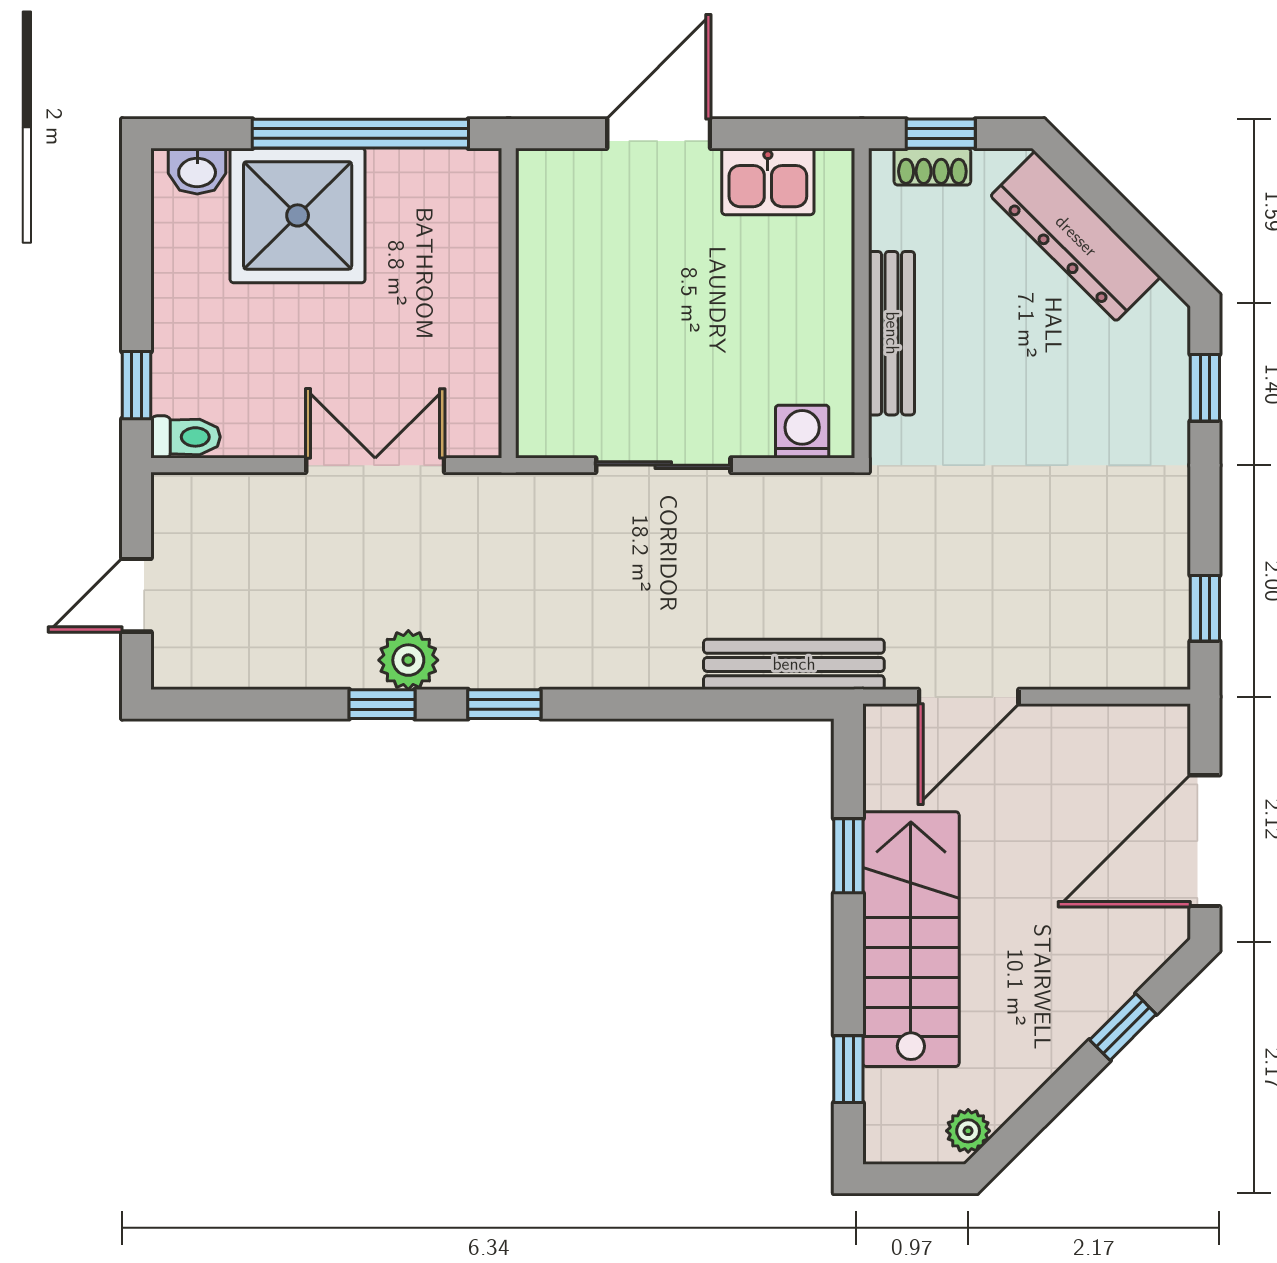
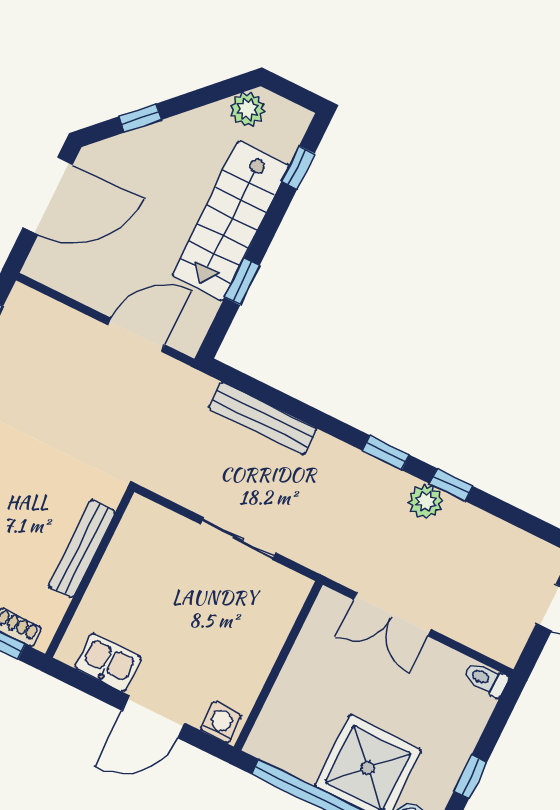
window: (137, 385) -> (470, 777), moved
washing machine: (802, 432) -> (221, 723), moved, turned 180
bench: (794, 664) -> (262, 418), moved
plant: (968, 1131) -> (247, 109), width x1.38, depth x1.38

